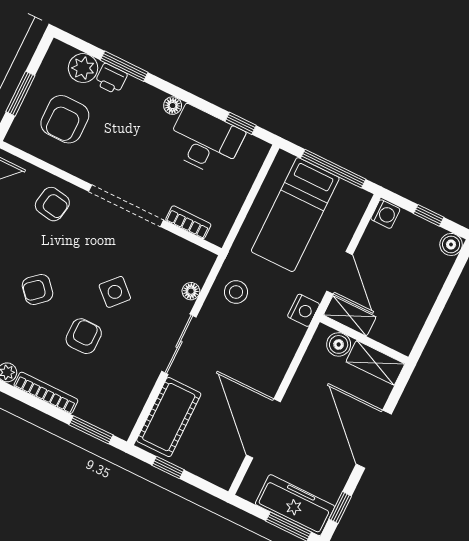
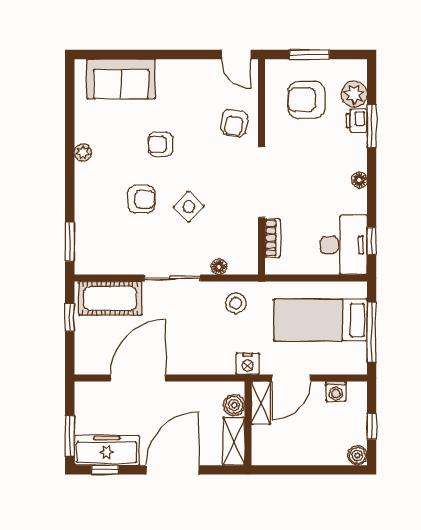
desk: (205, 141) -> (344, 245), moved
washing machine: (385, 214) -> (336, 391), moved
armchair: (37, 289) -> (161, 144), turned -49
bookcase: (46, 393) -> (82, 191), removed
freezer: (295, 505) -> (107, 450), moved, turned -90

